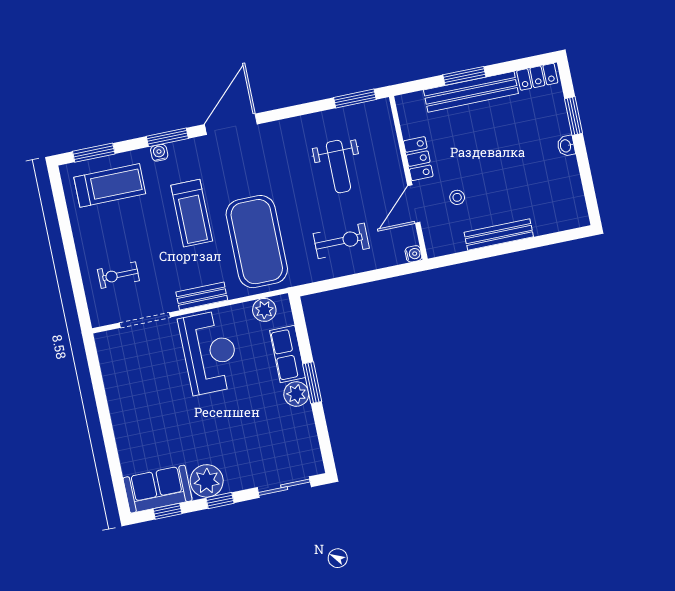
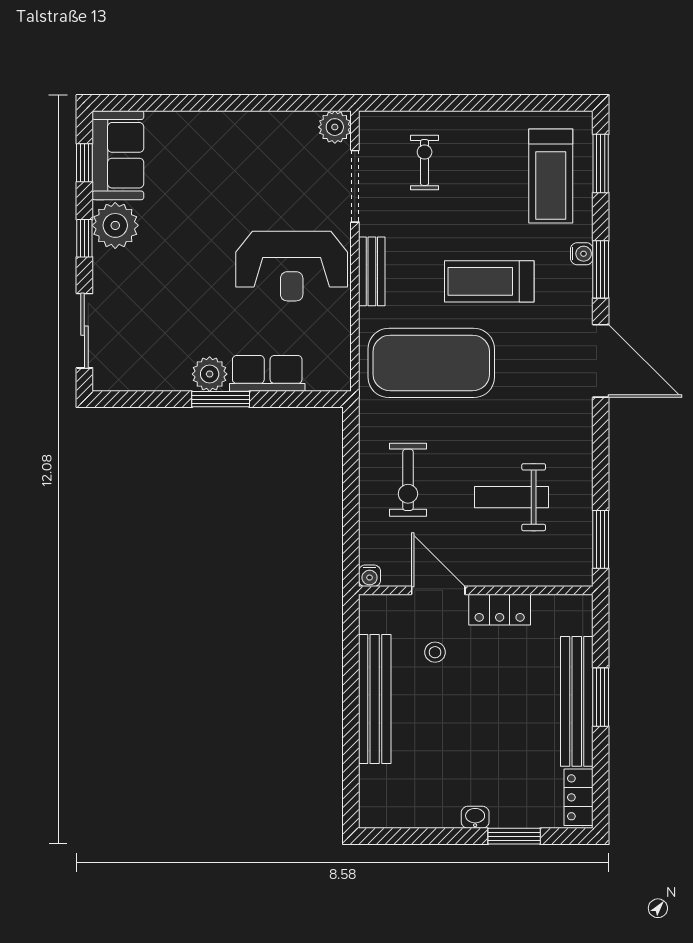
bench: (499, 234) -> (375, 699), width x1.37, depth x1.21
plant: (264, 310) -> (335, 127), moved

